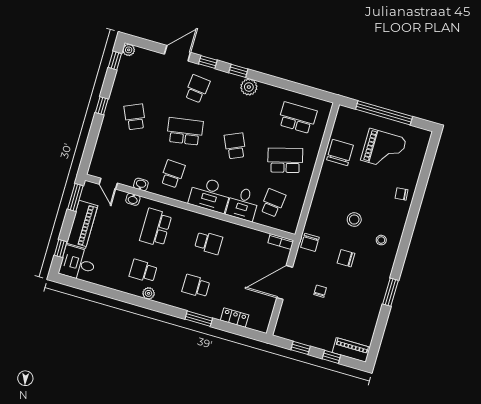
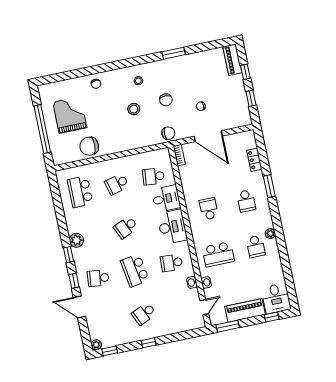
school desk: (285, 160) -> (117, 184), width x0.54

